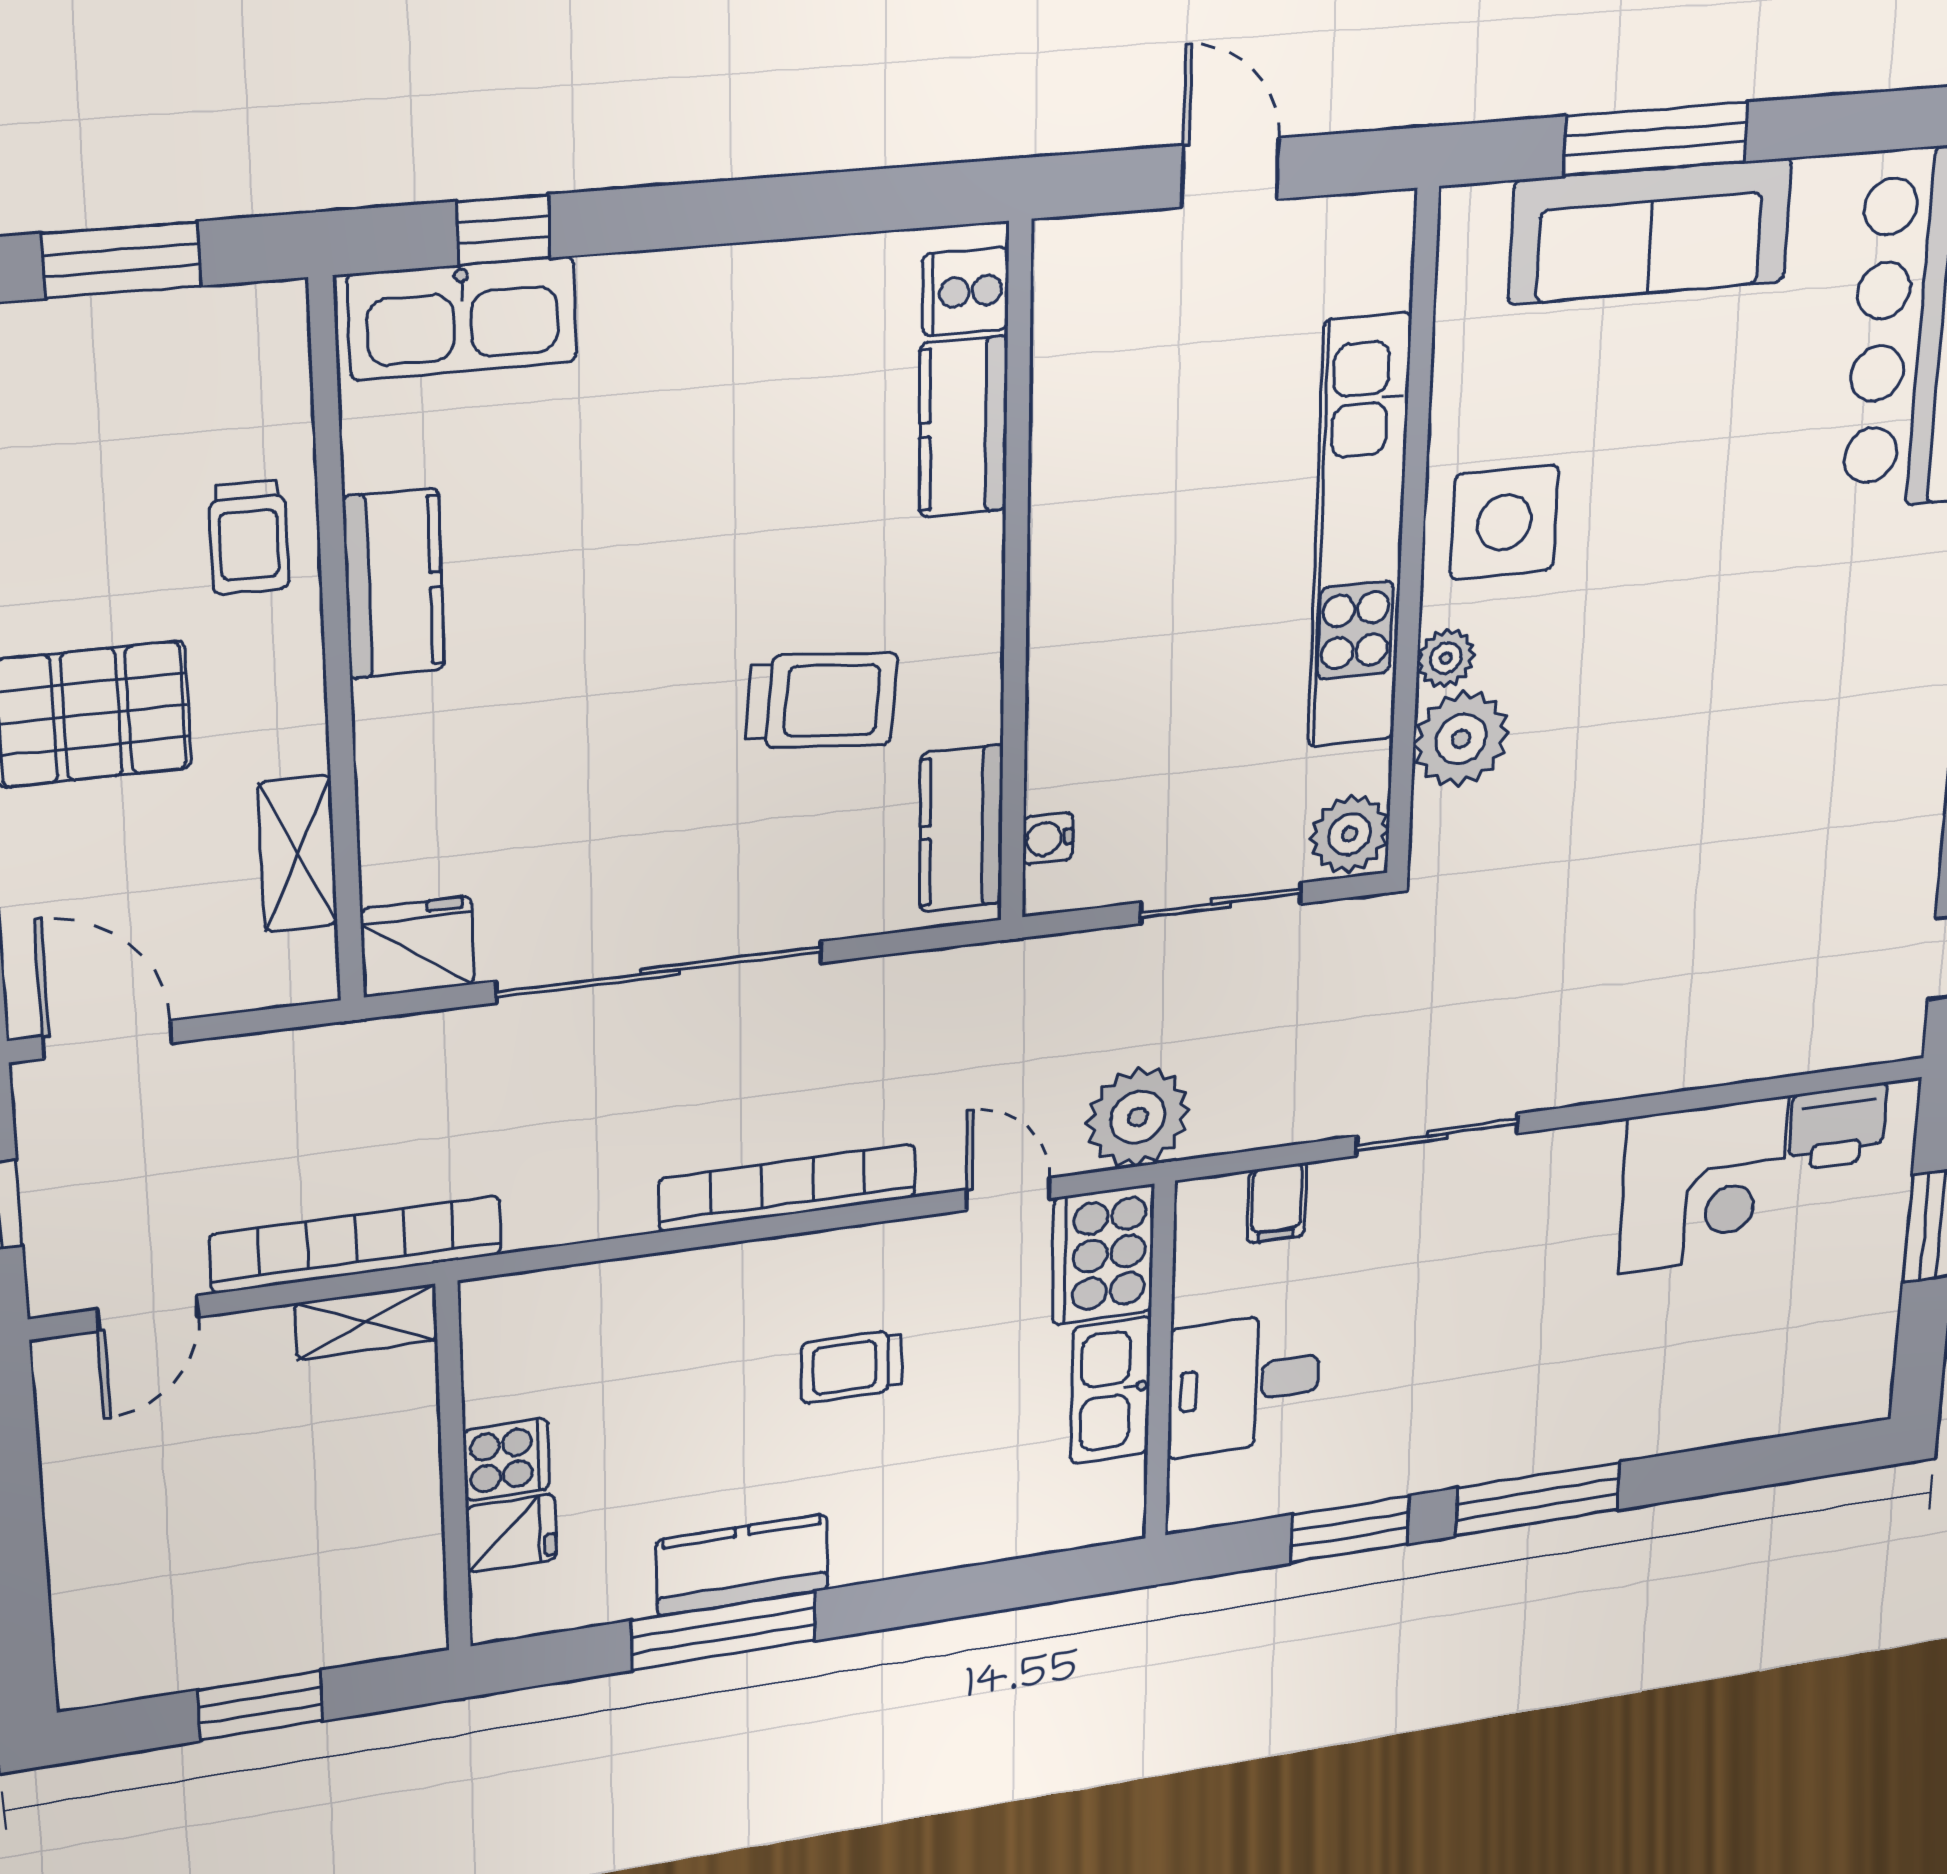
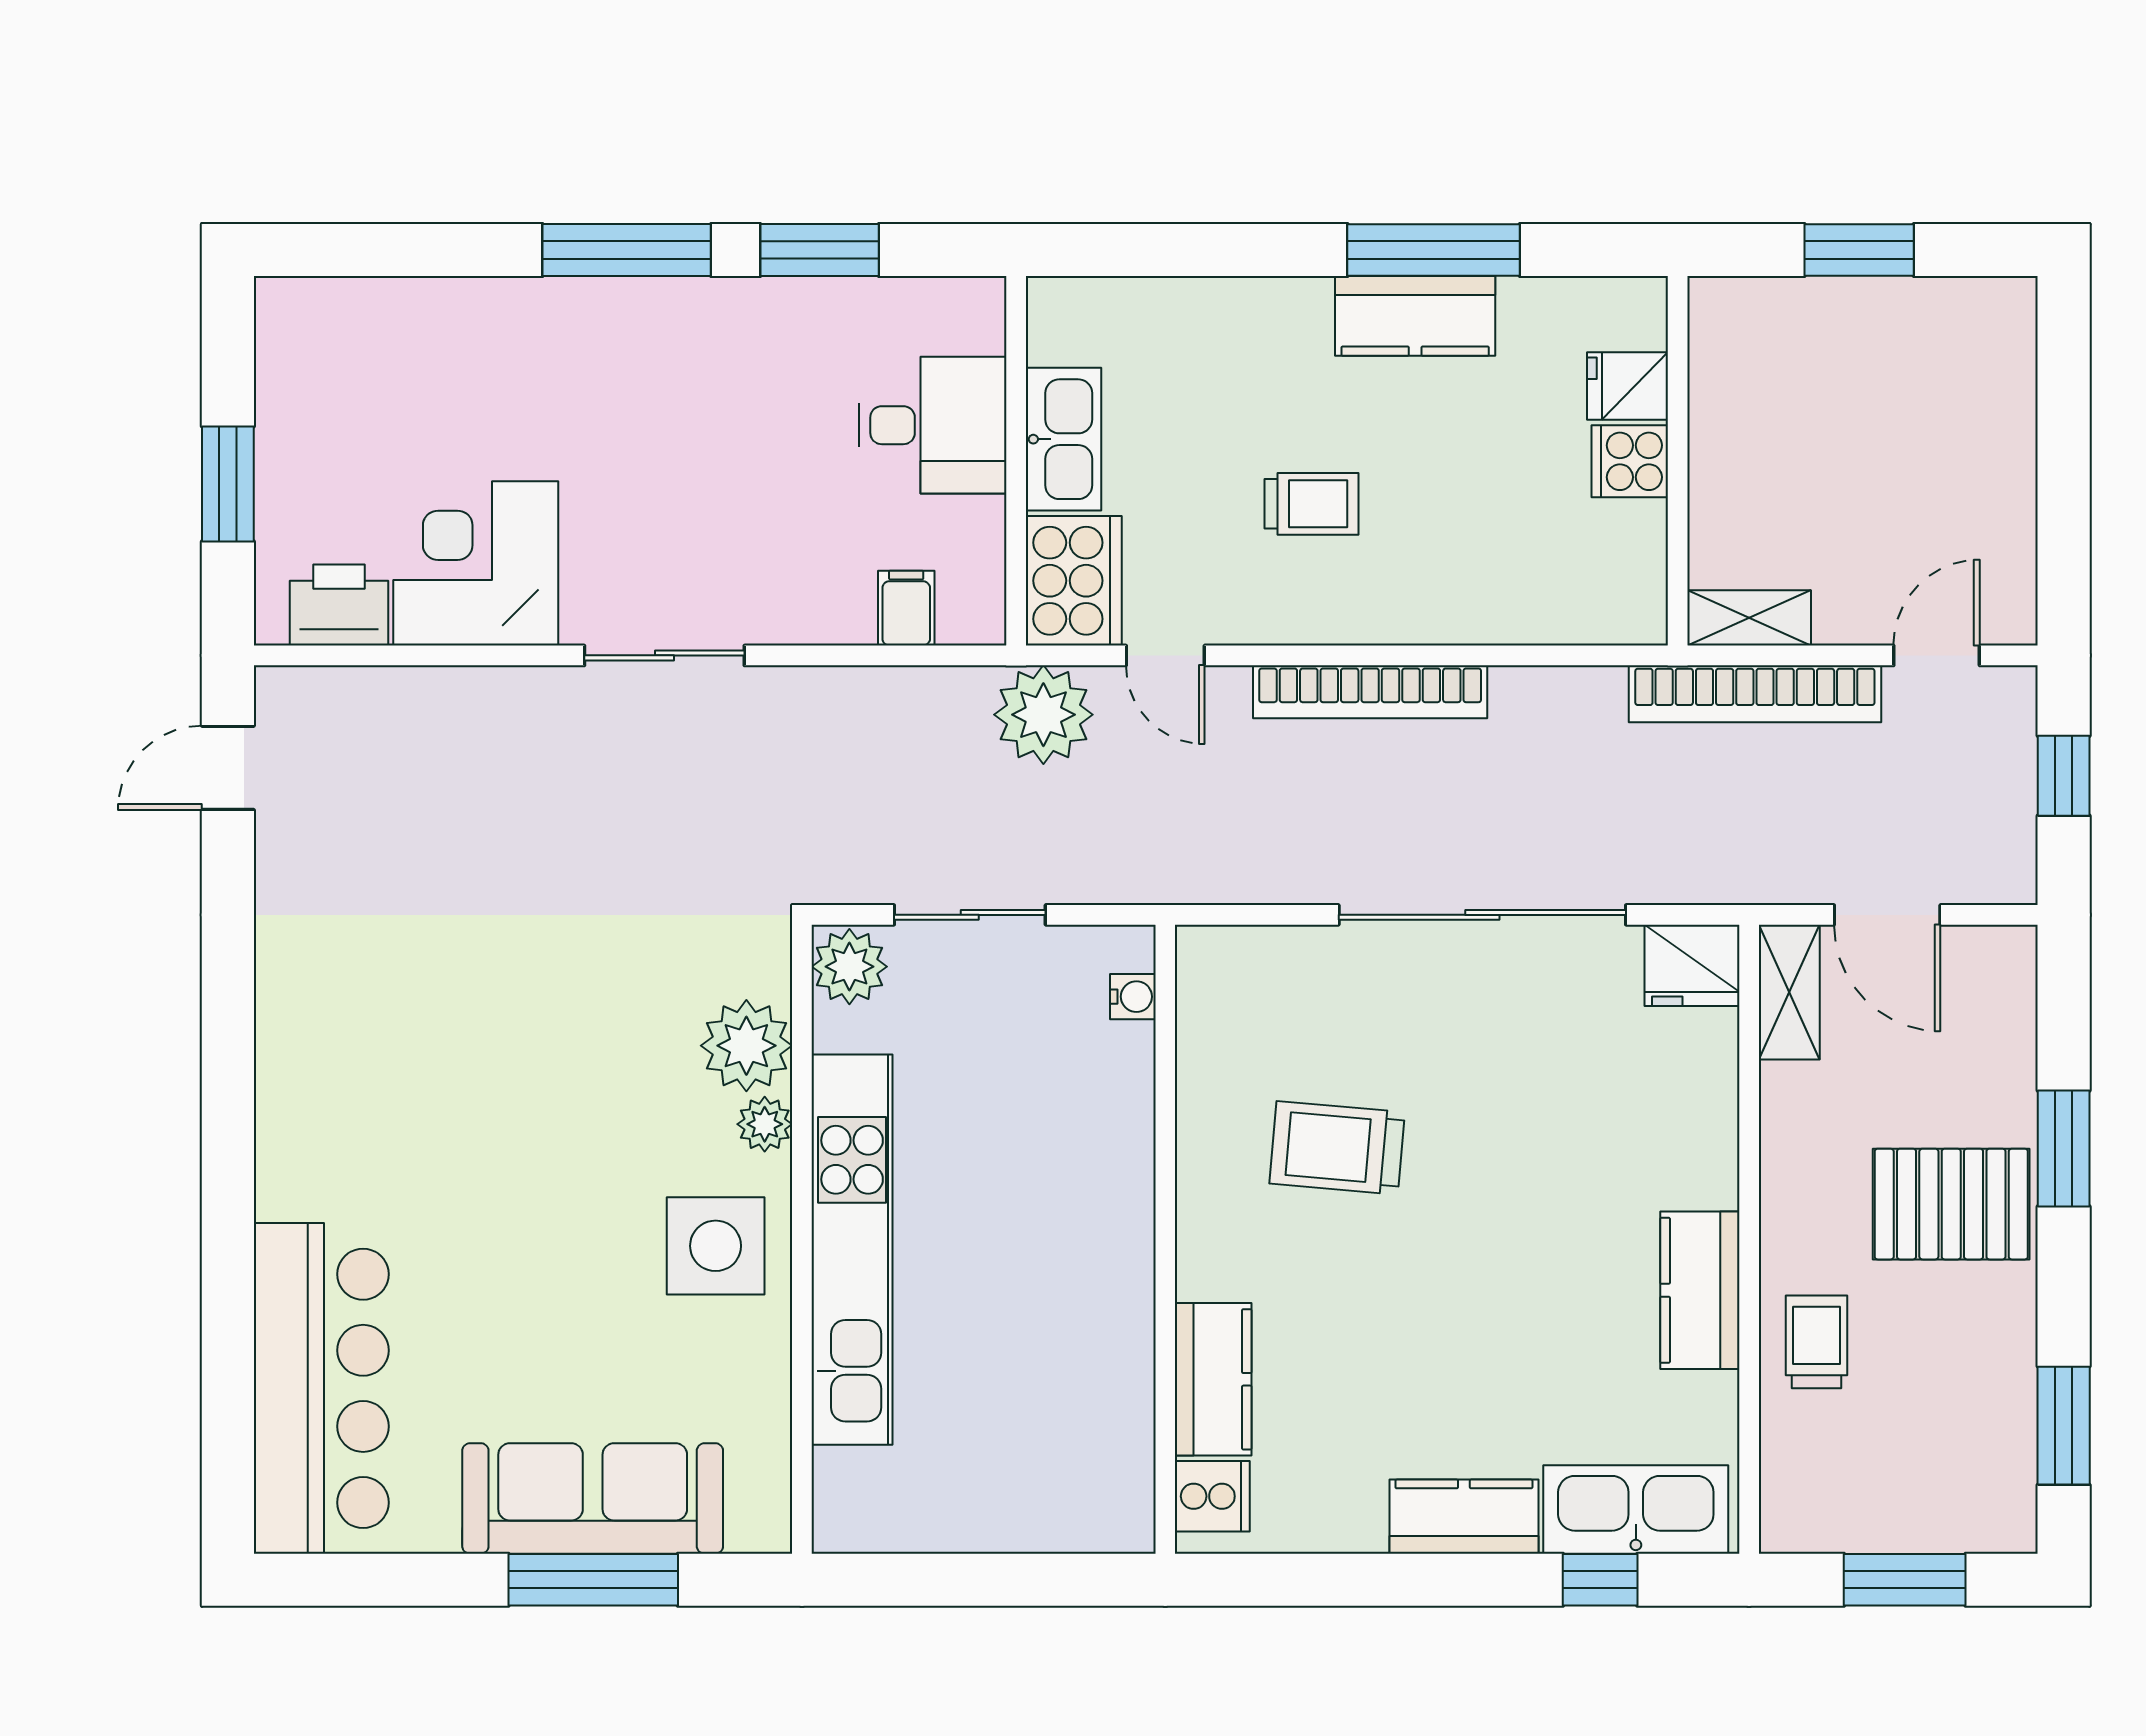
door: (1230, 173) -> (981, 1580), removed
kitchen counter: (961, 829) -> (1464, 1517), moved, turned -90
shelving: (298, 854) -> (1789, 992), moved
door: (107, 1040) -> (1887, 915), moved
sliding door: (1437, 1135) -> (664, 655), moved

